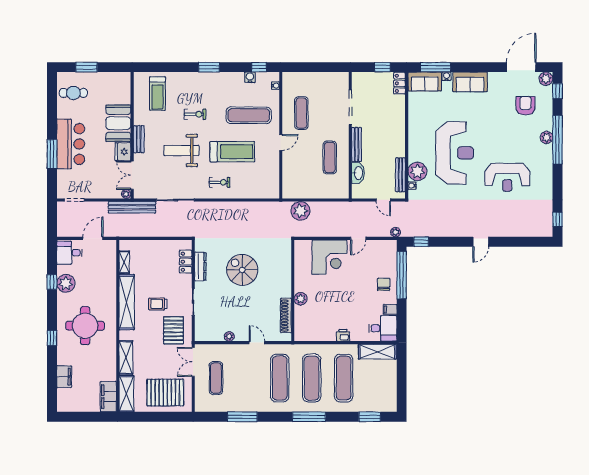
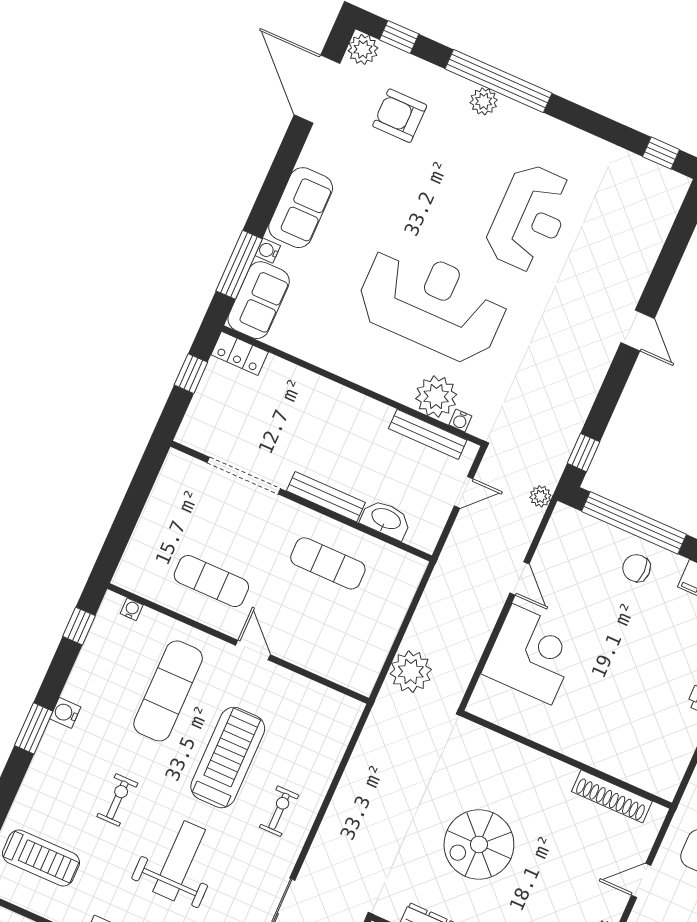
water cooler: (250, 77) -> (65, 713), moved
weight bench: (181, 150) -> (179, 861), turned 180
plant: (301, 299) -> (591, 751), removed

